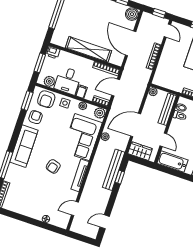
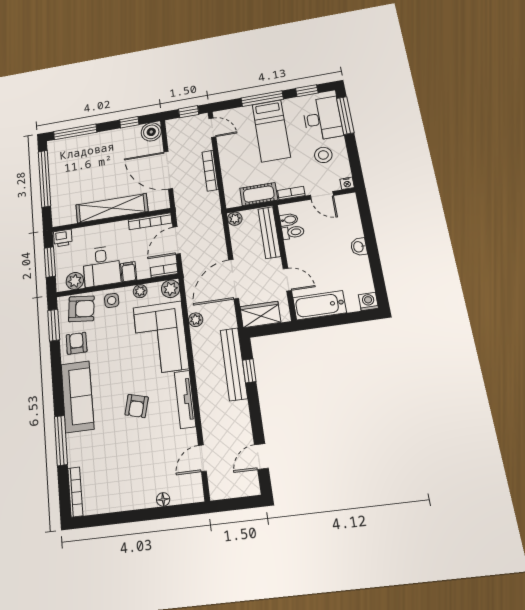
cot: (173, 84) -> (259, 194), added
armchair: (46, 99) -> (81, 309), turned -84

